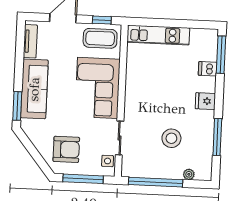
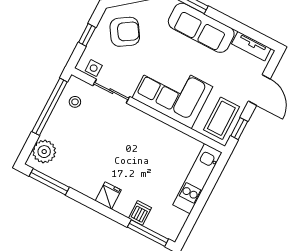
window: (217, 137) -> (49, 182), moved
stool: (171, 138) -> (75, 102), moved, width x0.53, depth x0.53
armchair: (66, 149) -> (125, 32), turned -123
plant: (189, 174) -> (44, 152), width x1.88, depth x1.88
window: (83, 179) -> (87, 35), width x0.46

